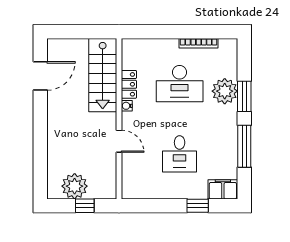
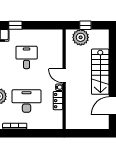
stairs: (103, 75) -> (100, 72), moved, turned 180
door: (119, 141) -> (64, 76), moved
plant: (75, 186) -> (81, 37), moved

